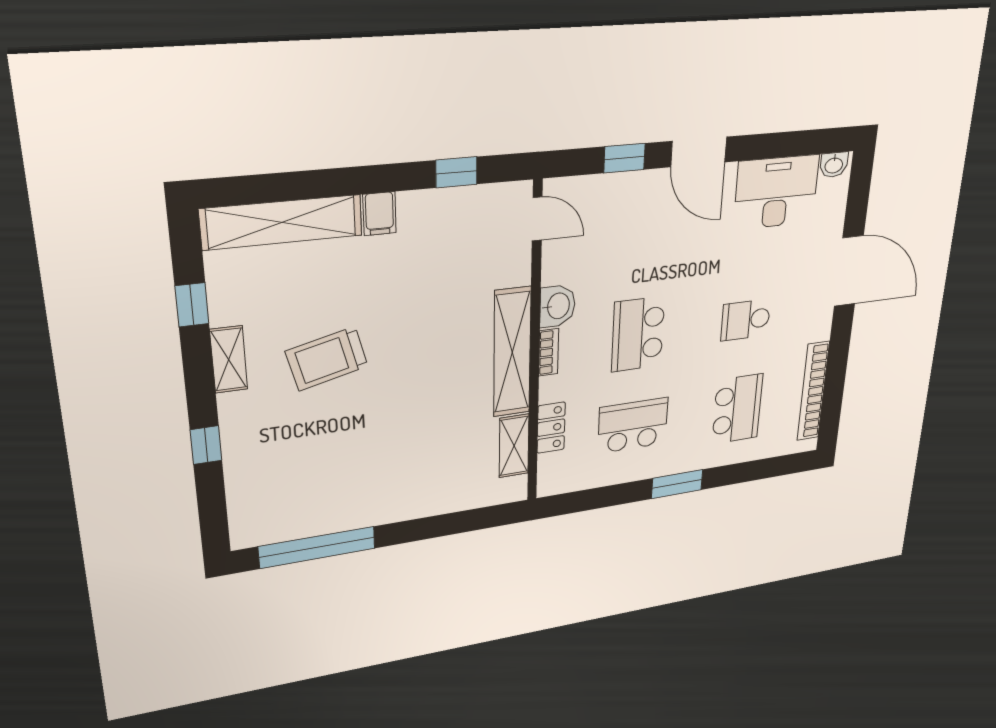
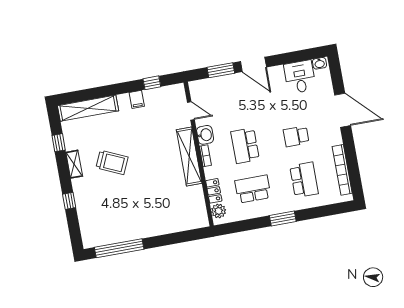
window: (624, 158) -> (221, 70), width x1.50
desk: (776, 192) -> (300, 77), width x0.73
filing cabinet: (379, 214) -> (137, 99), moved
door: (537, 219) -> (191, 111), moved
trolley: (327, 359) -> (112, 162), turned -142
shelving: (514, 446) -> (198, 200), removed
plant: (552, 469) -> (219, 211), added

